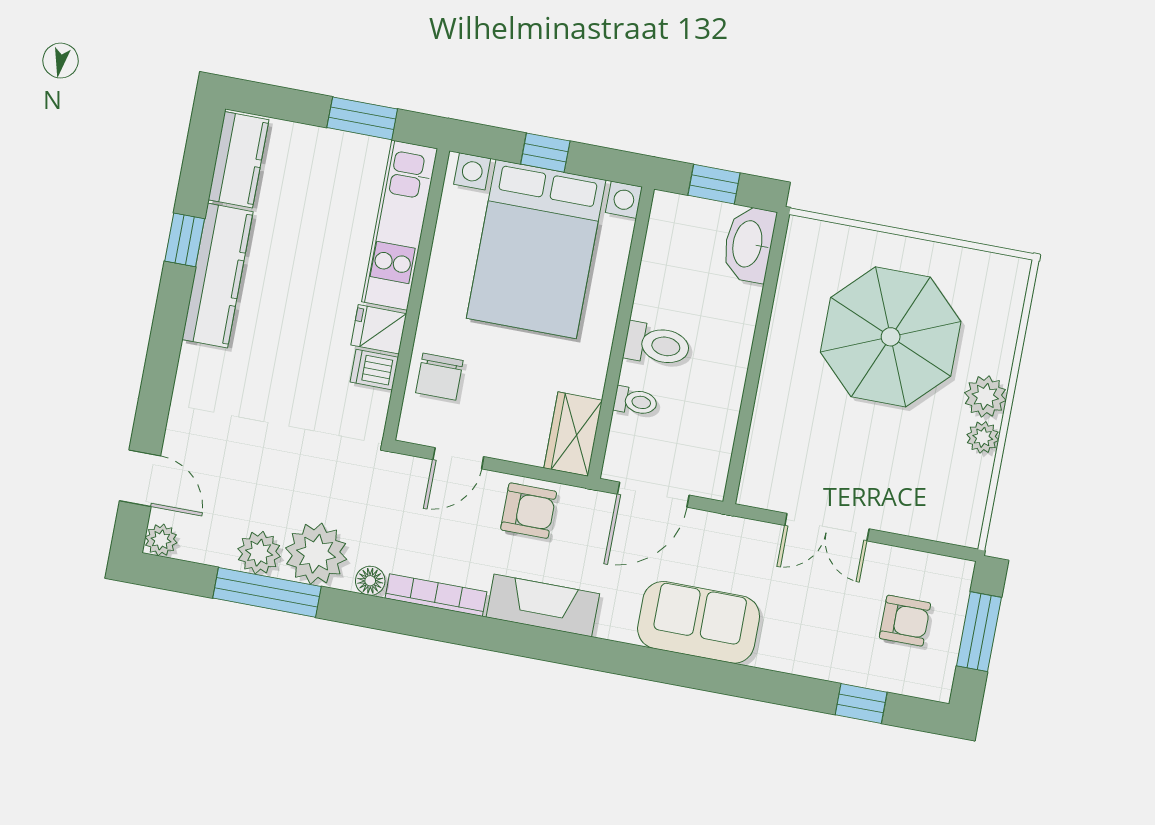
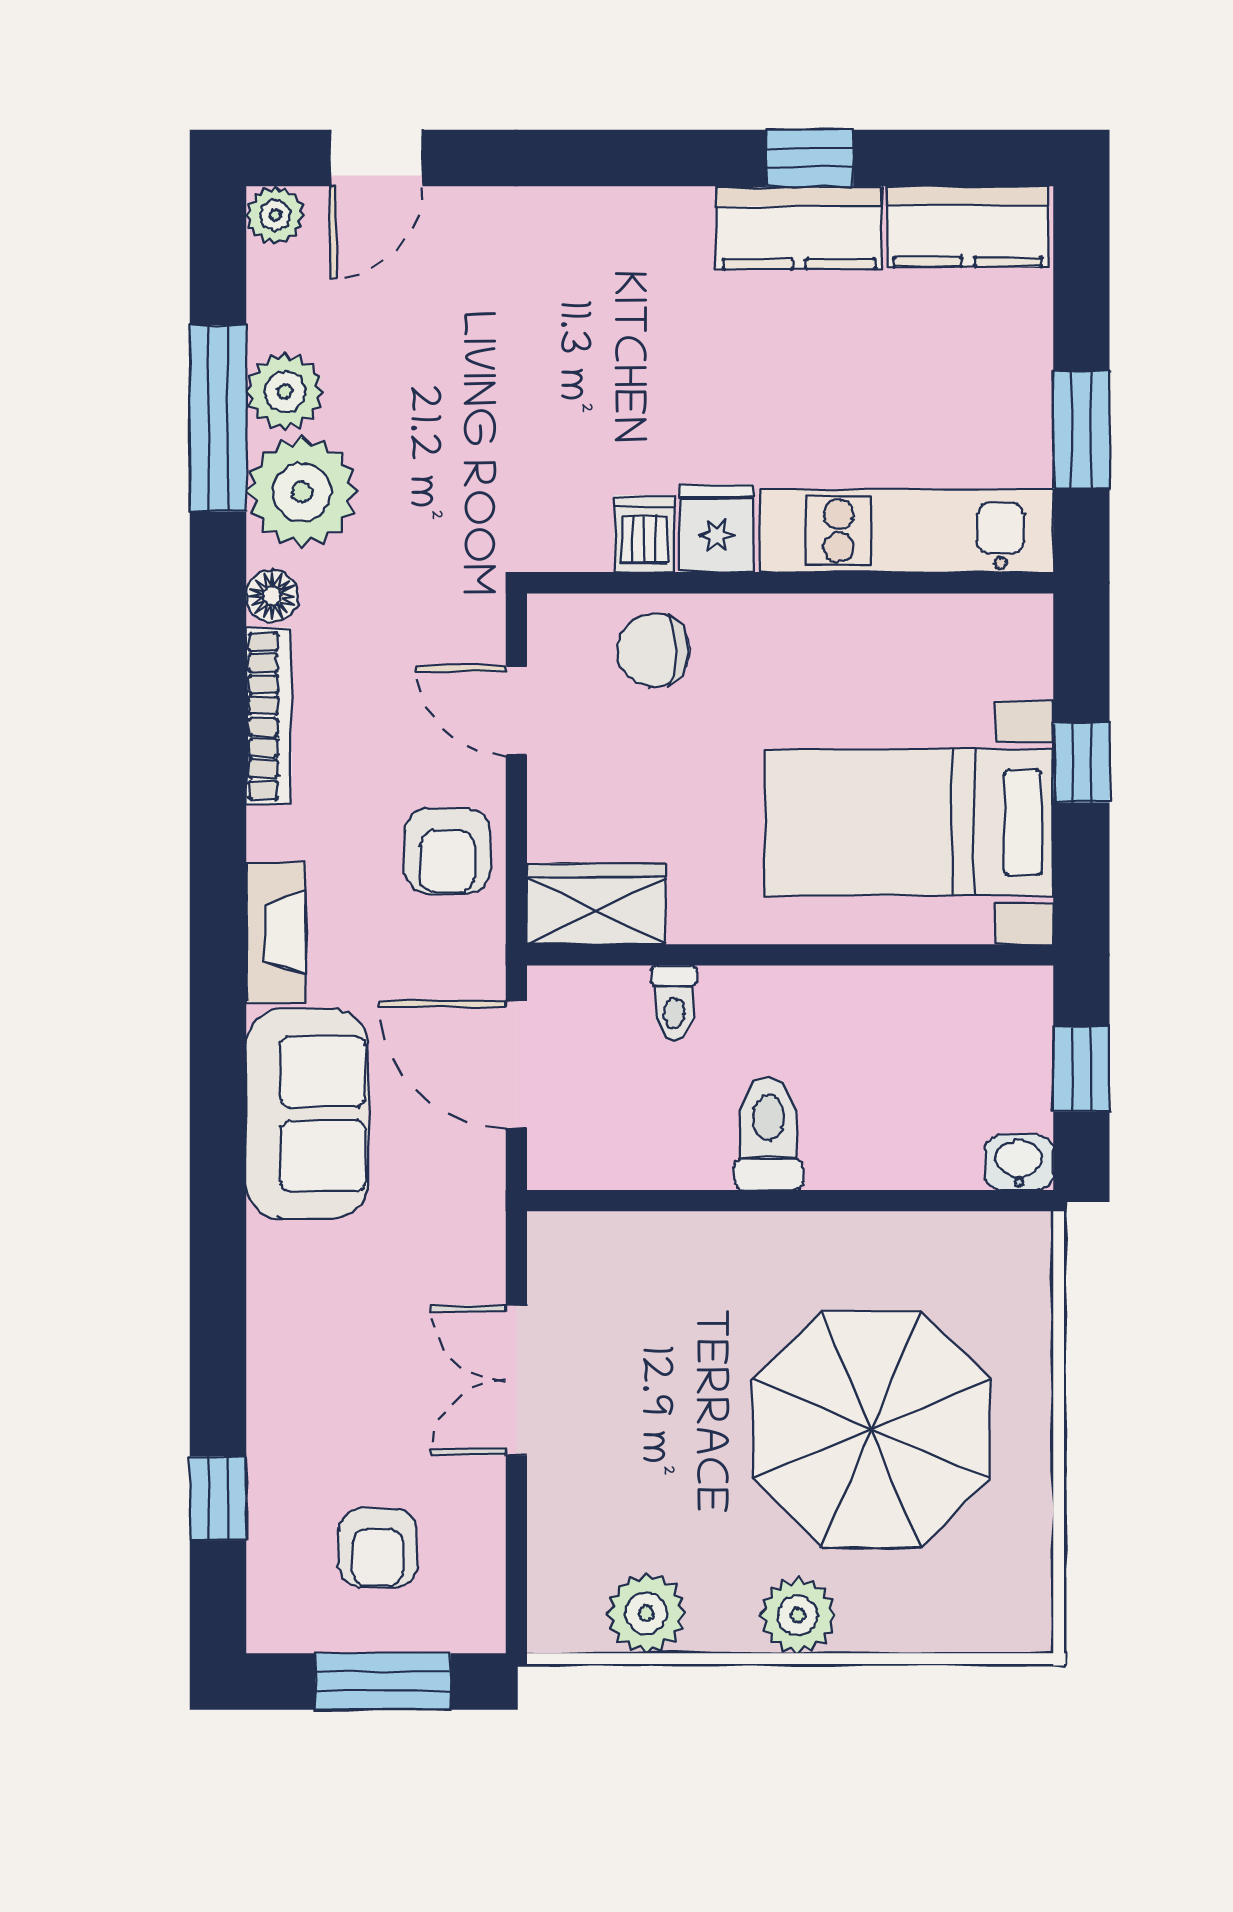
washbasin: (749, 244) -> (1019, 1162), width x0.52, depth x0.69
bed with nightstands: (536, 249) -> (909, 822), width x0.73
kitchen counter: (217, 276) -> (799, 227), width x0.67
toilet: (657, 345) -> (768, 1133), moved, turned 180
plant: (983, 437) -> (646, 1613), moved, width x1.38, depth x1.38
fireplace: (543, 605) -> (276, 933), width x0.73, depth x0.76
sofa: (699, 622) -> (307, 1114), moved

